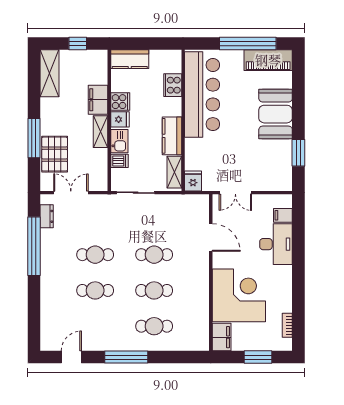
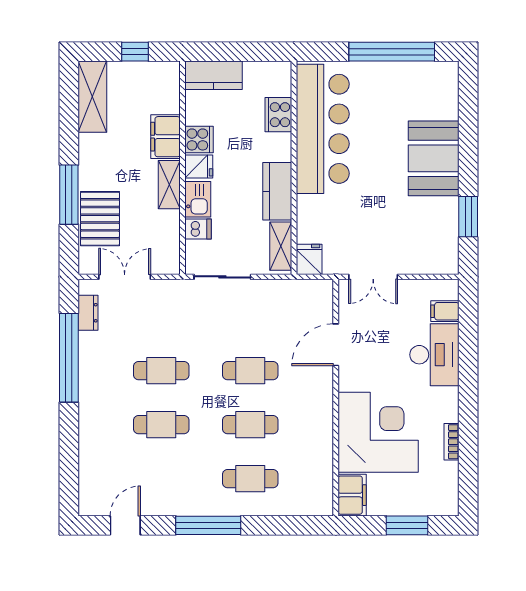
piano: (268, 60) -> (422, 77), removed
door: (211, 238) -> (336, 345), swing flipped
bookcase: (287, 325) -> (451, 442), moved

